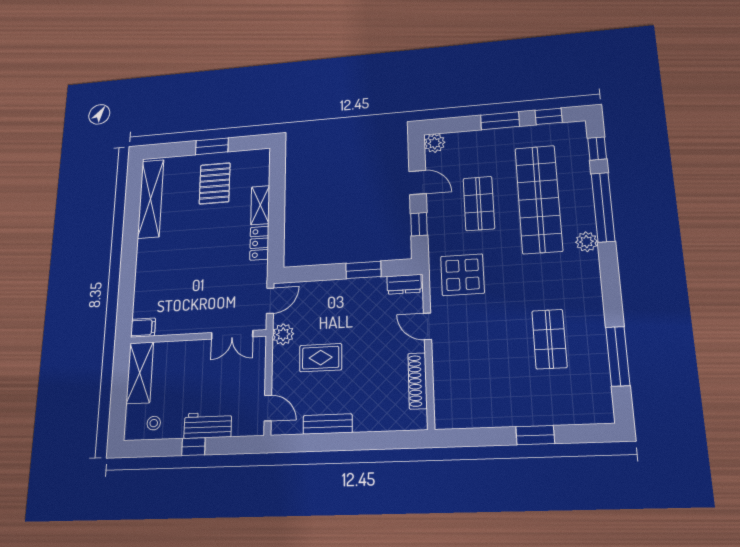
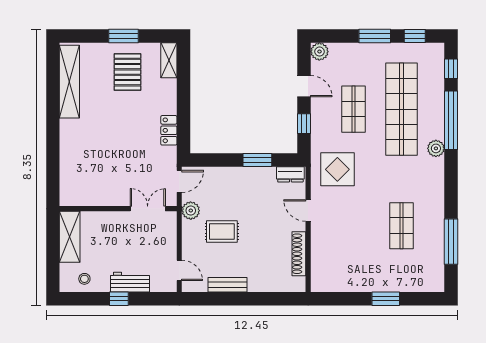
shelving: (260, 205) -> (169, 60), moved
filing cabinet: (143, 328) -> (70, 198), removed
double door: (232, 335) -> (148, 209), swing flipped

